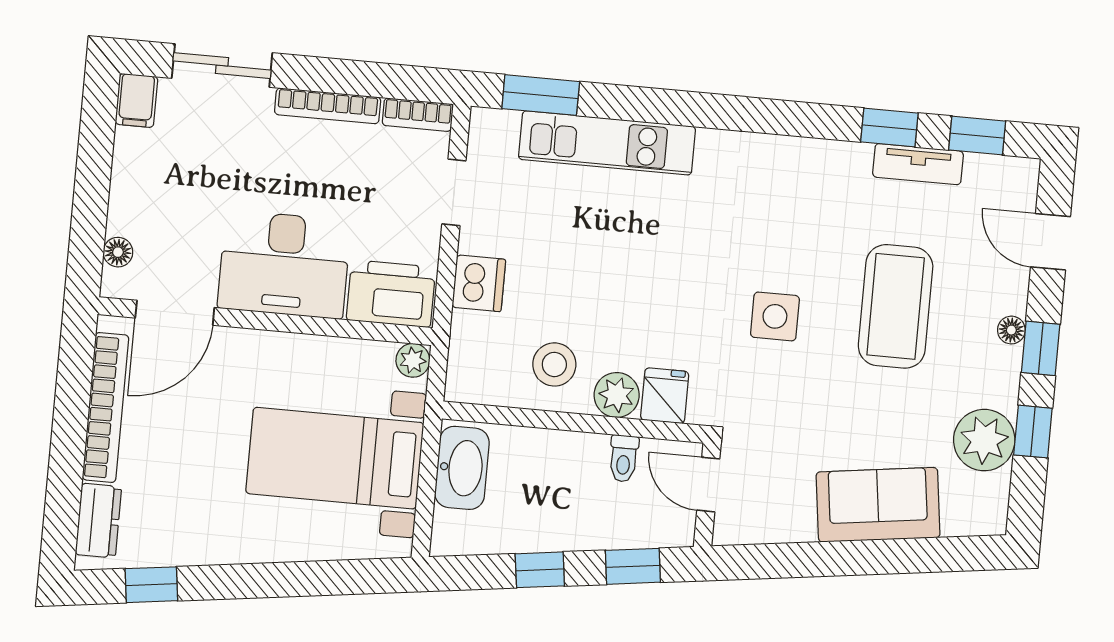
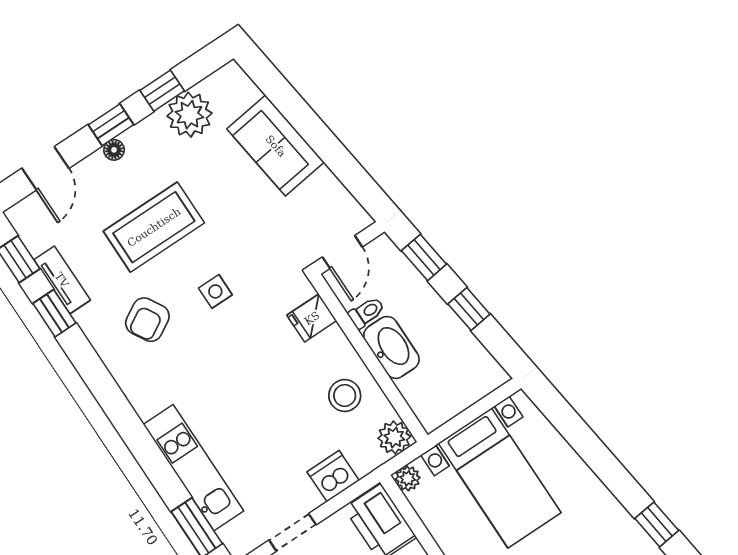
armchair: (803, 220) -> (147, 320), added
side table: (775, 316) -> (215, 291), width x0.73, depth x0.73
plant: (617, 395) -> (394, 437), moved
washbasin: (462, 468) -> (391, 347), moved, turned 90

